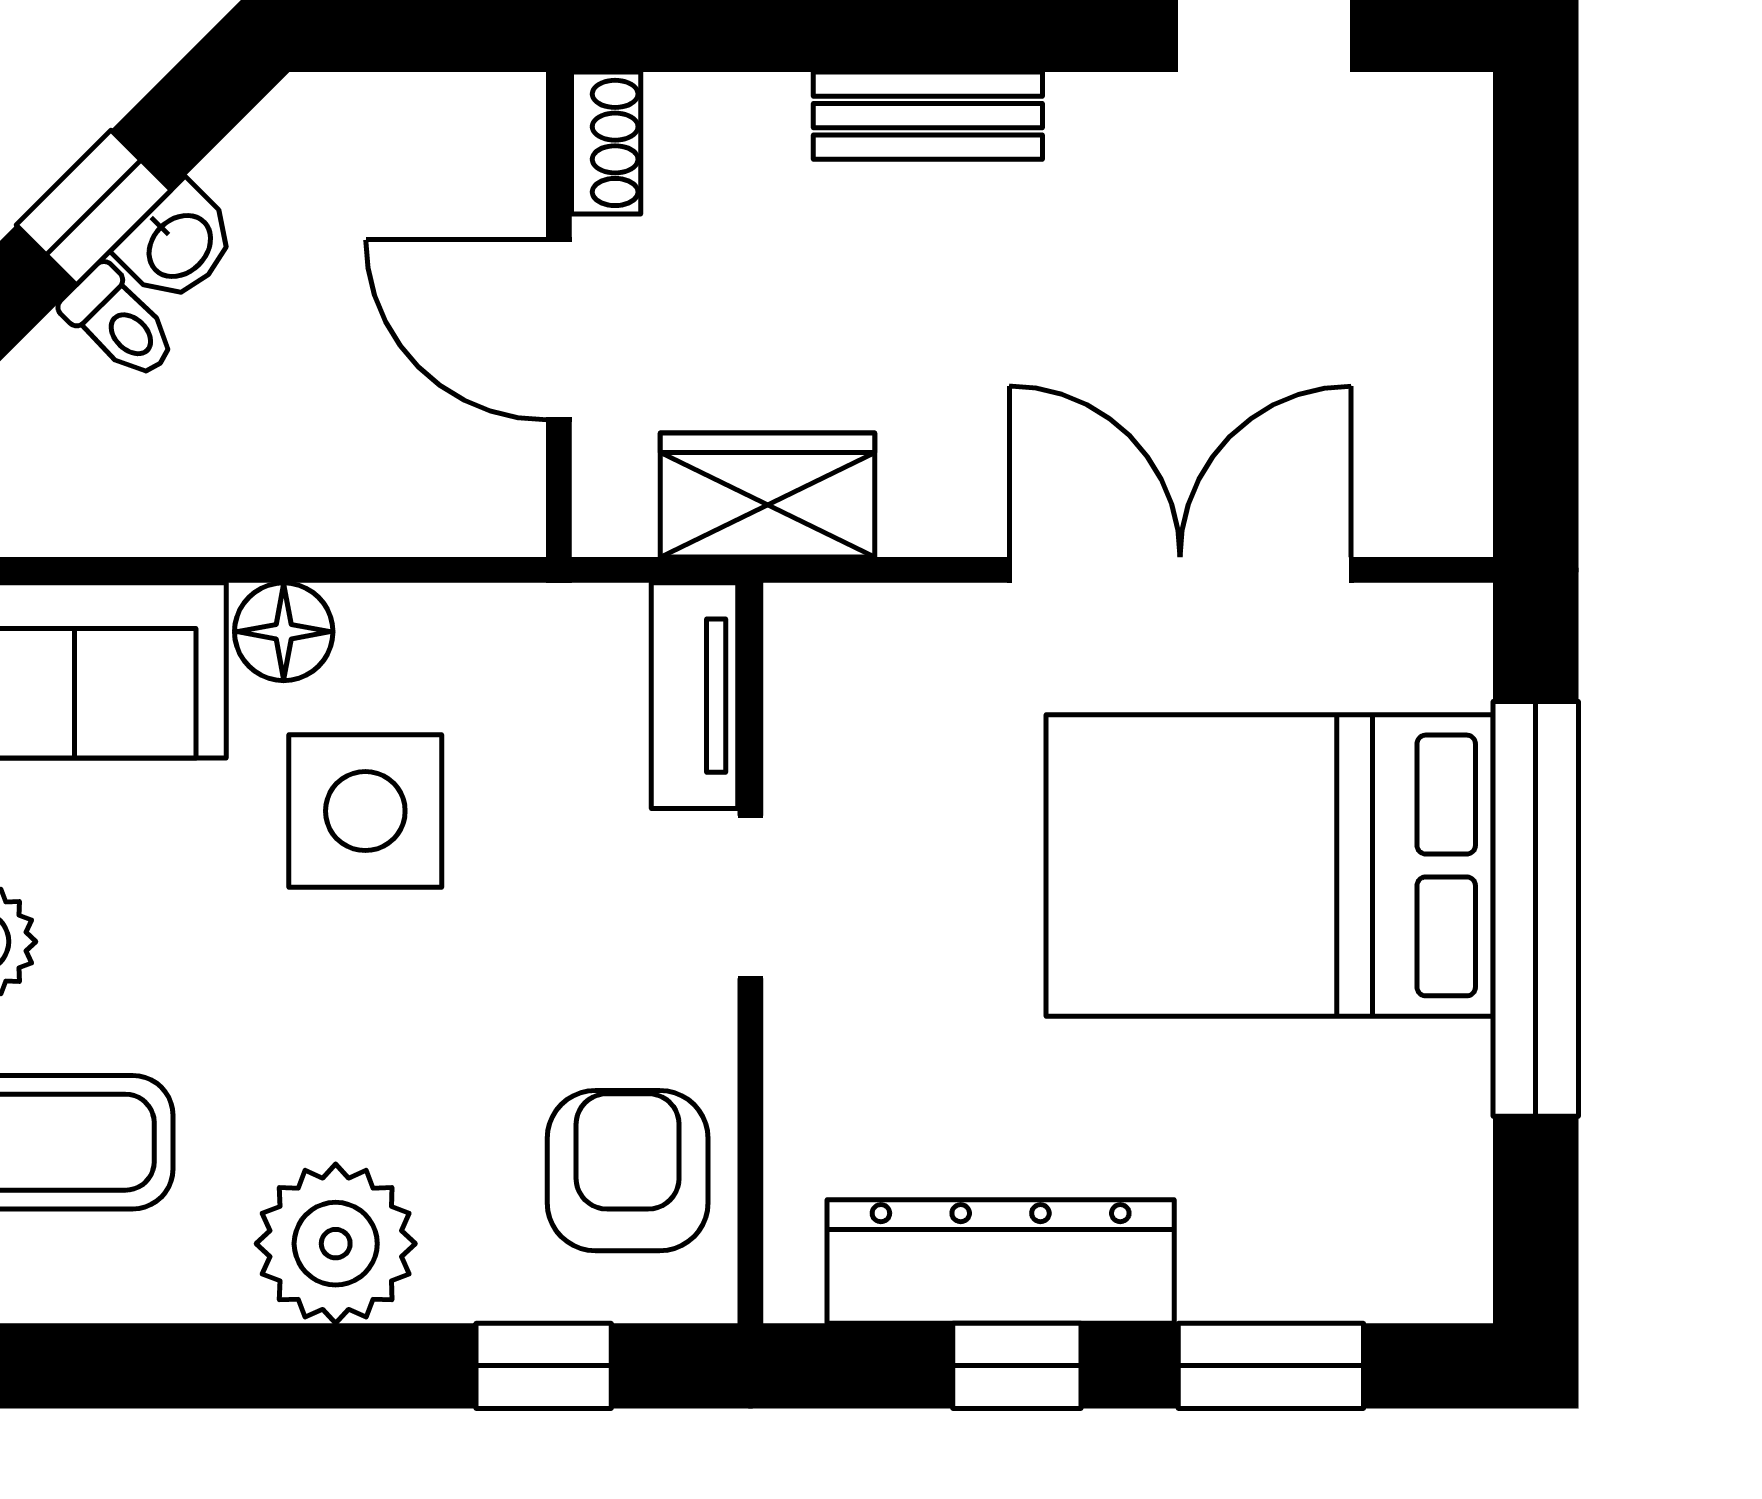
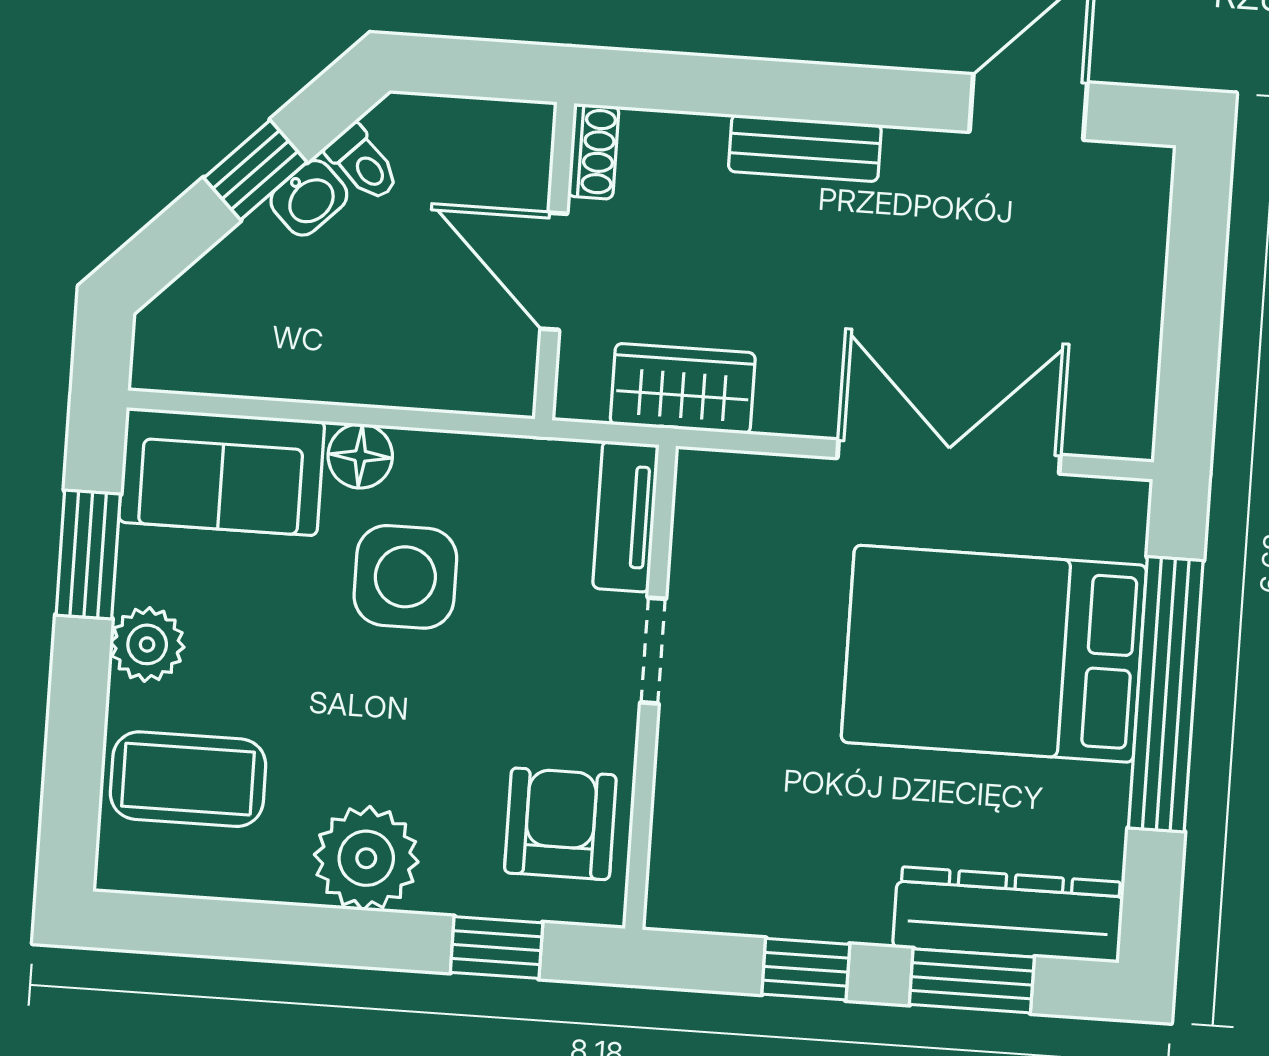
toilet: (120, 323) -> (363, 163), moved
dresser: (1001, 1261) -> (1009, 915), moved

